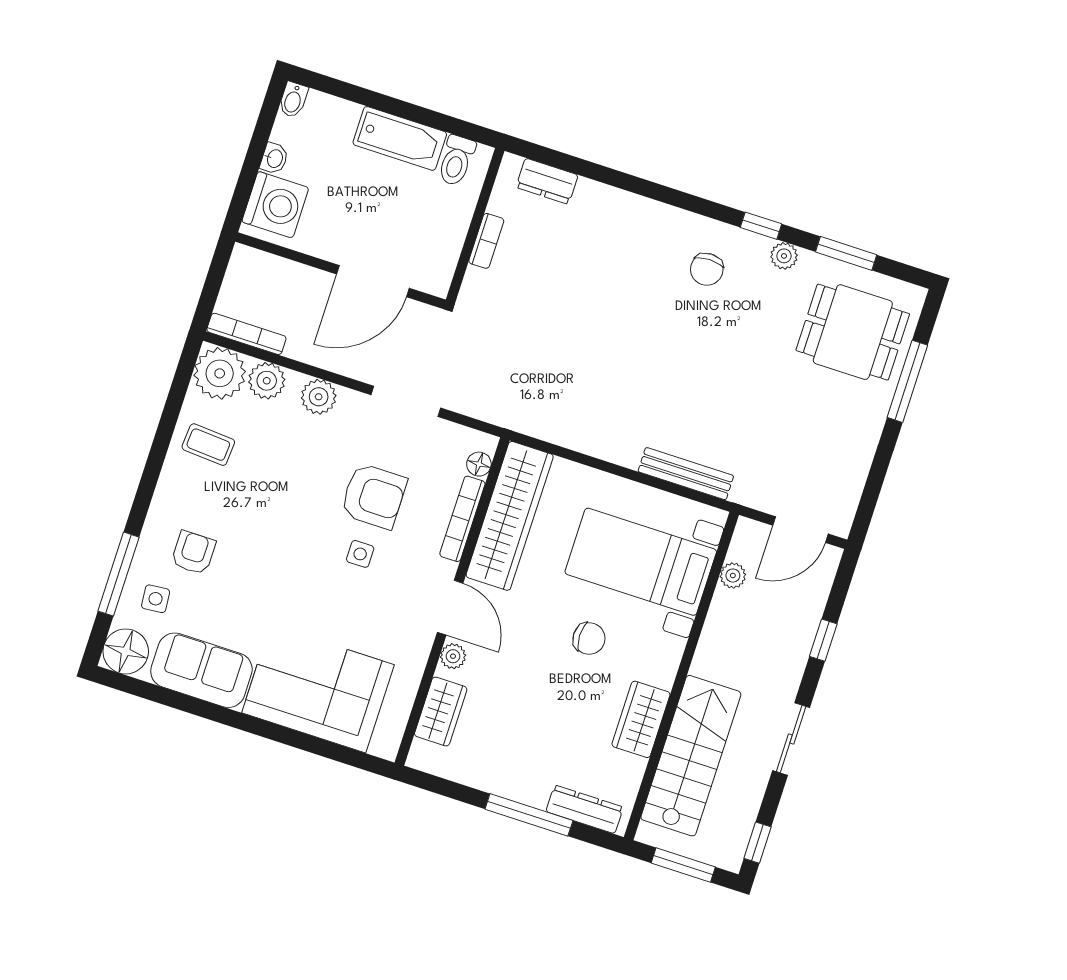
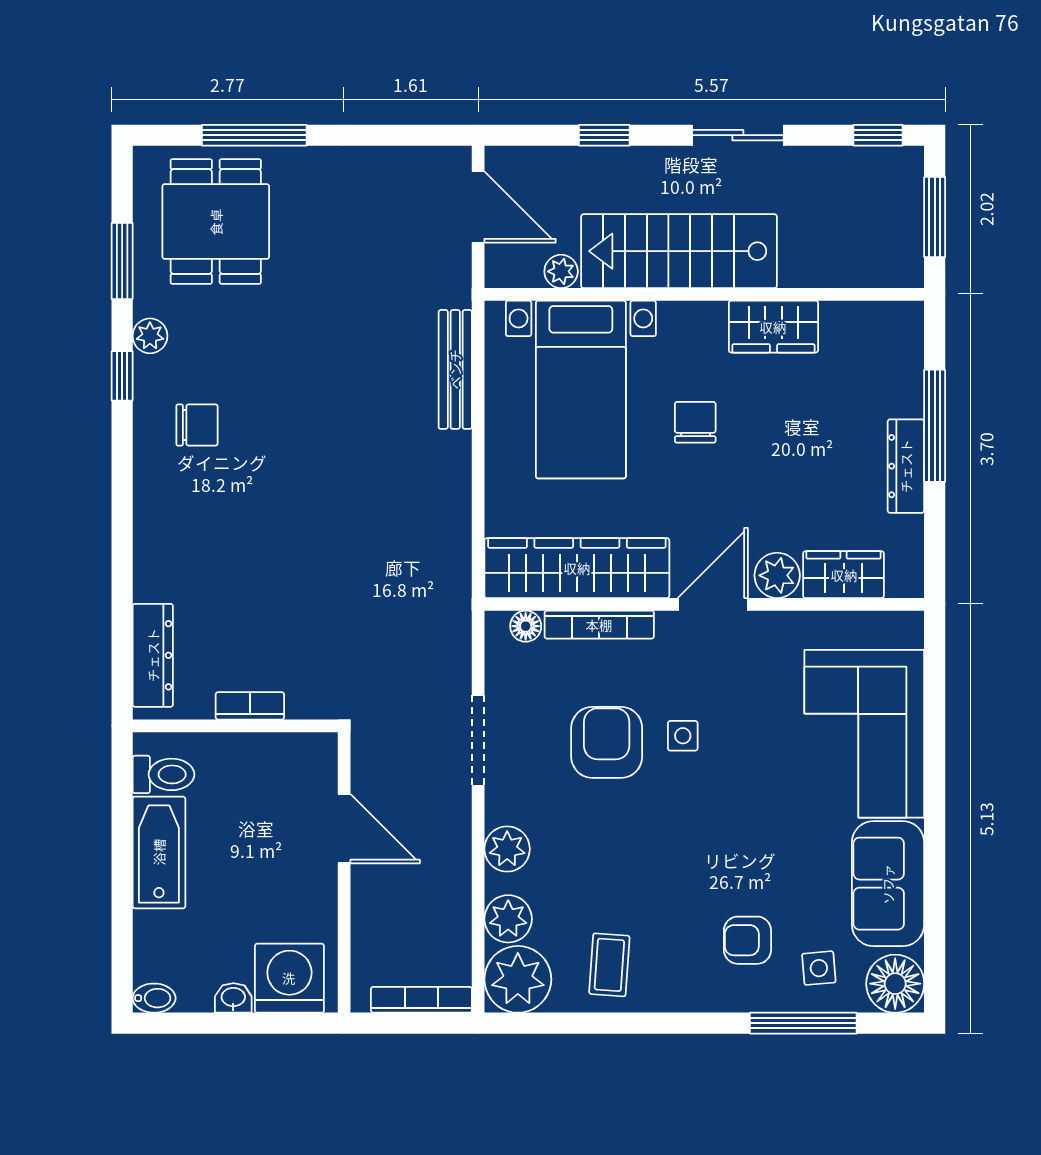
dresser: (547, 181) -> (153, 655), width x1.44
door: (373, 281) -> (344, 829), width x0.73
bookcase: (246, 334) -> (421, 1000), moved, turned 90
plant: (453, 656) -> (777, 575), width x1.38, depth x1.38
stairs: (691, 756) -> (679, 251), moved
dresser: (585, 809) -> (906, 466), moved

